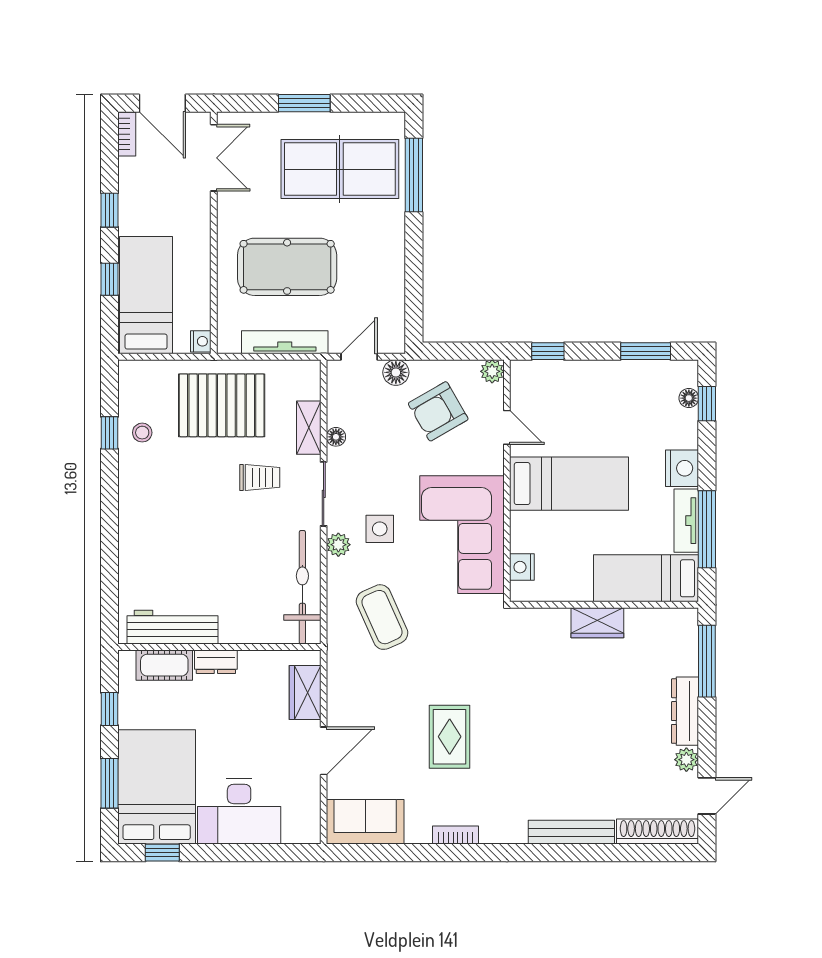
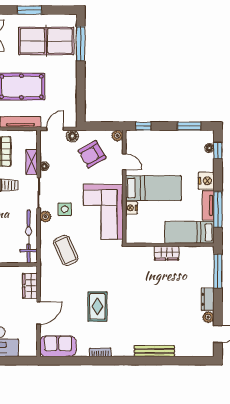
nightstand: (522, 567) -> (131, 208), moved
dresser: (685, 711) -> (208, 299), width x0.70
shoe rack: (657, 832) -> (195, 351), removed

